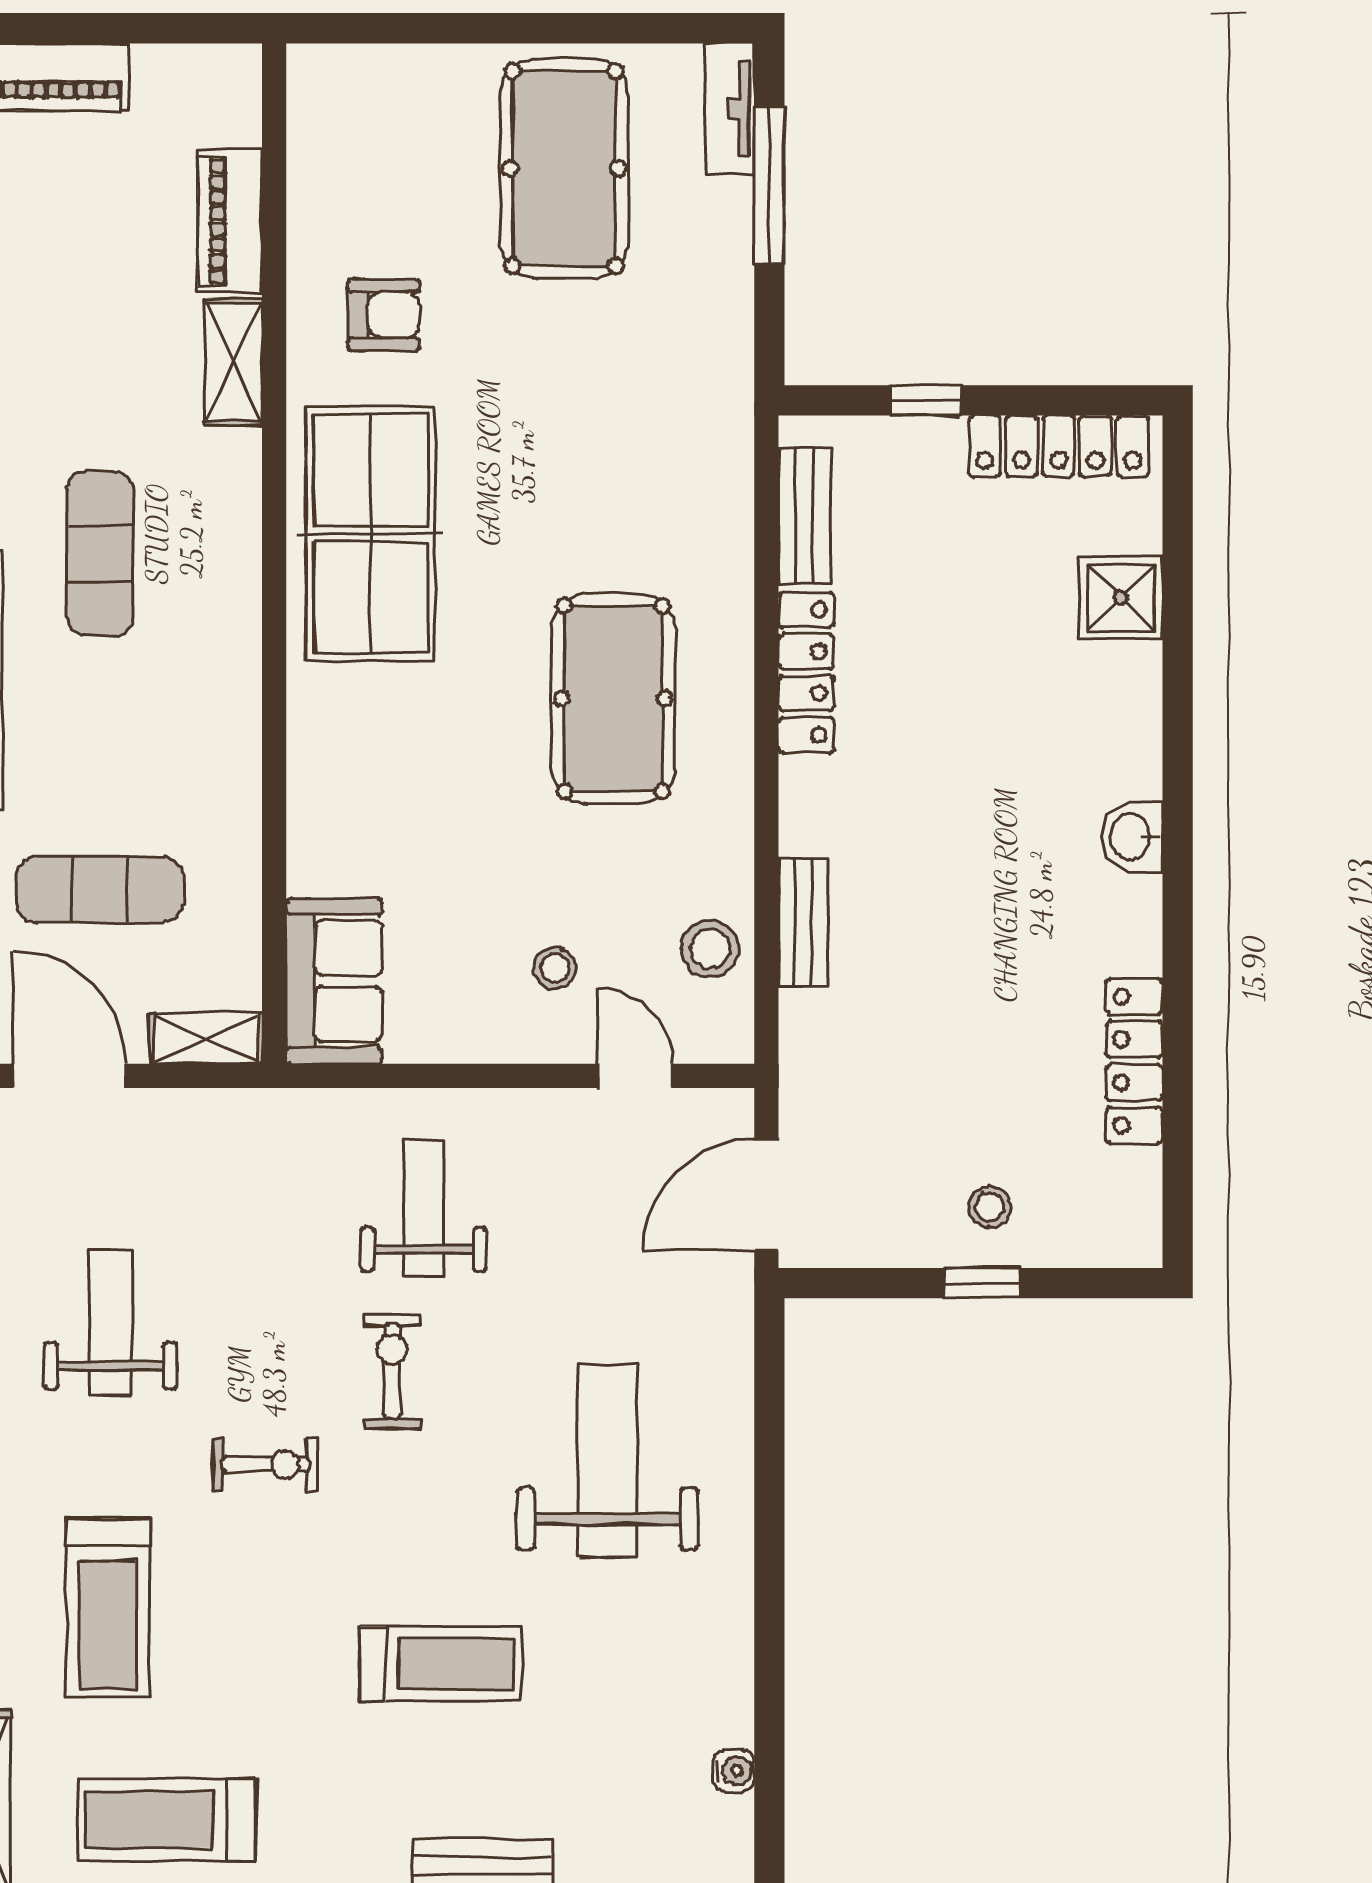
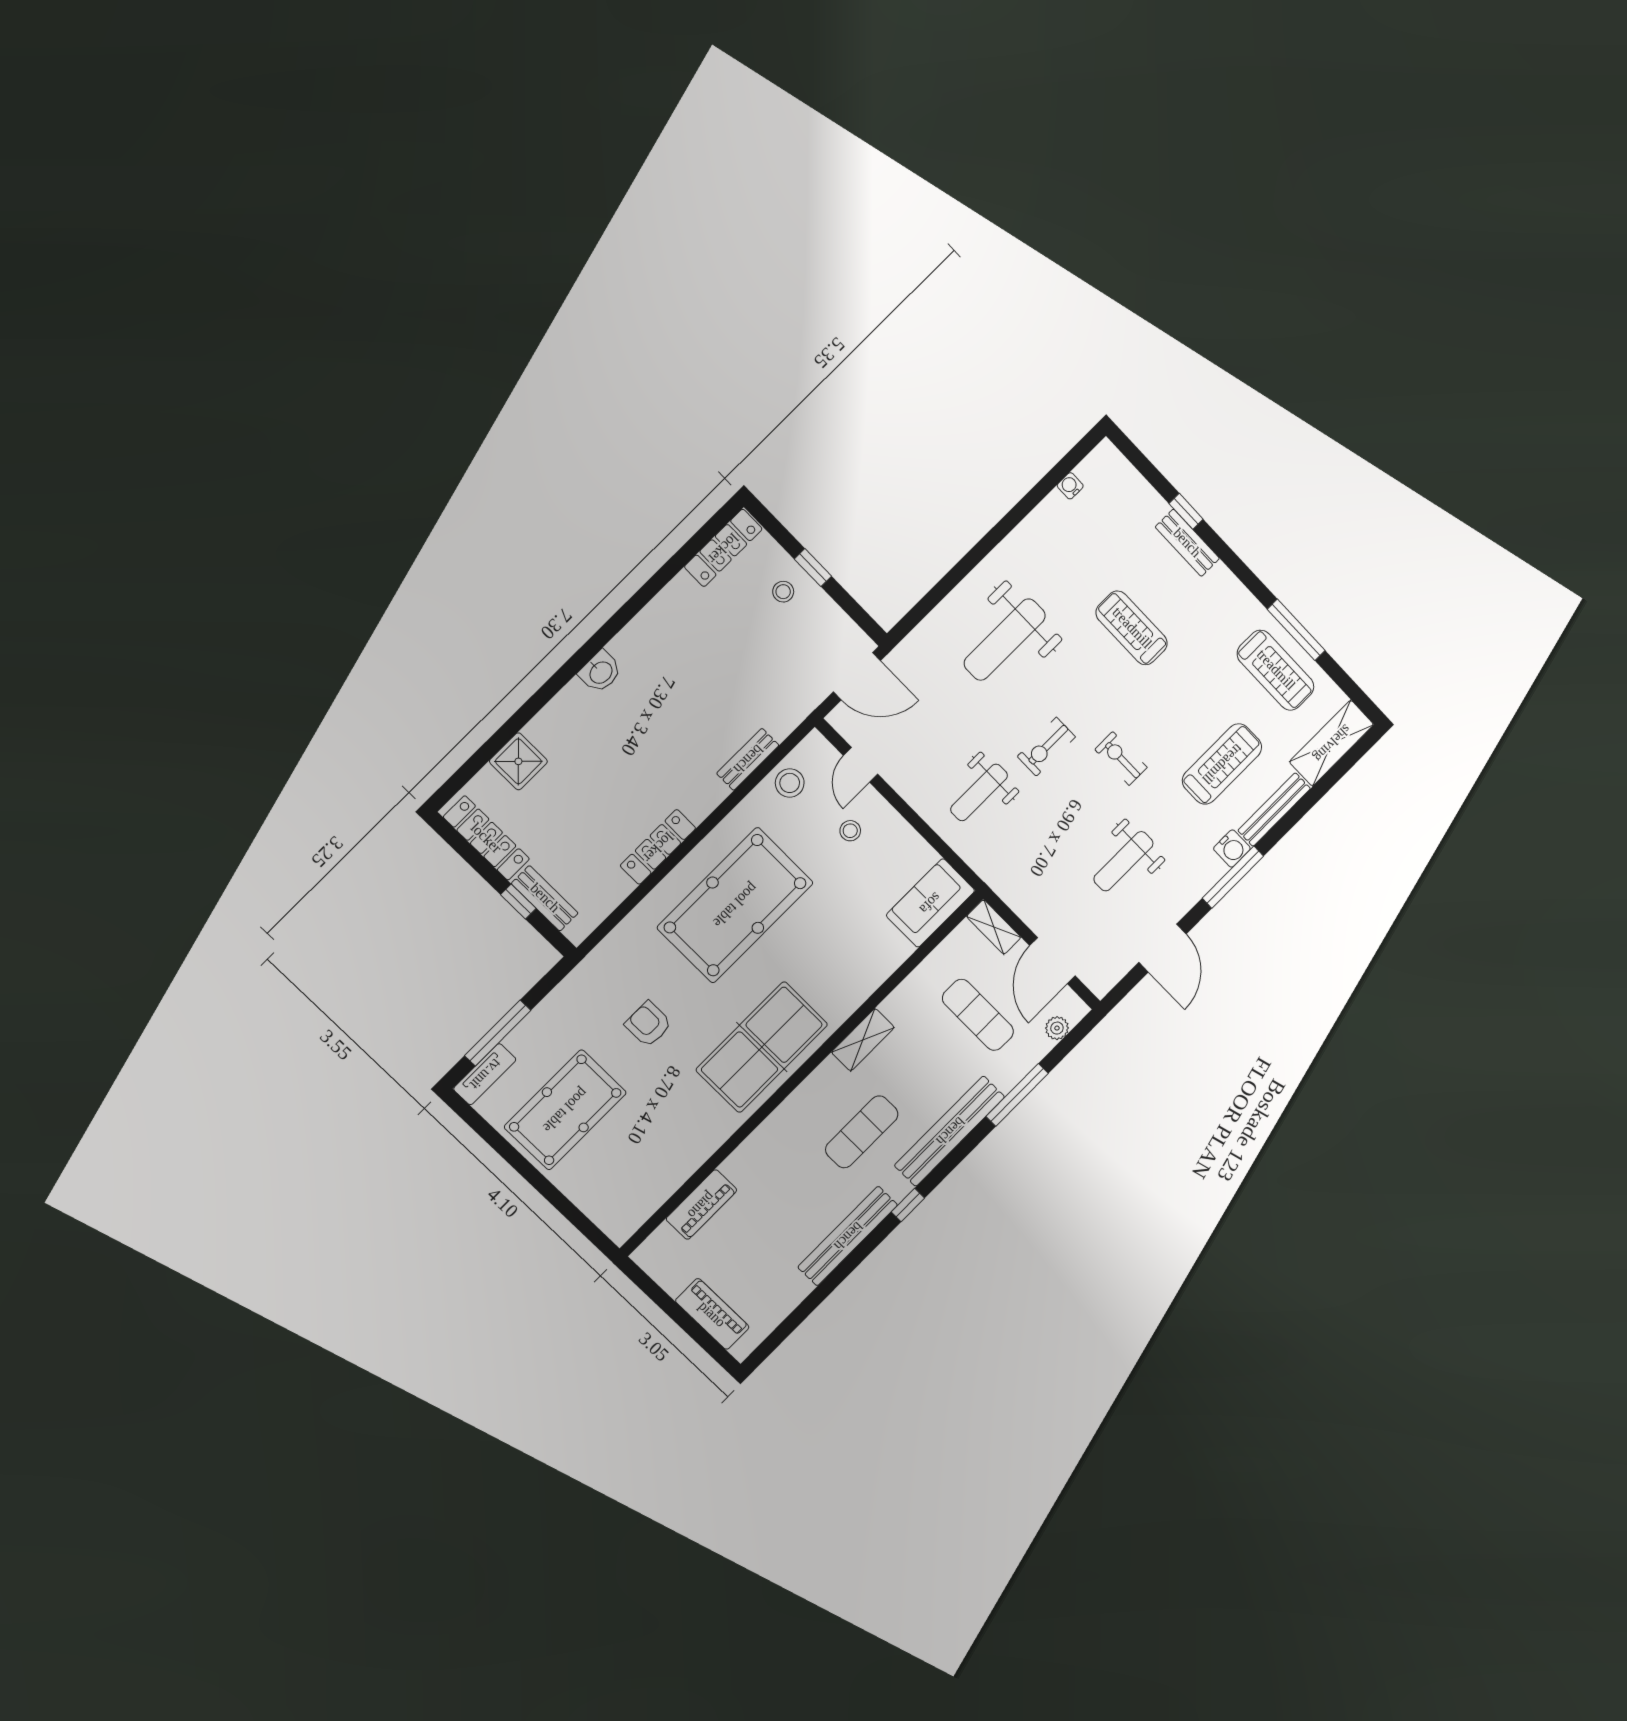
armchair: (384, 315) -> (648, 1024), moved
shelving: (233, 362) -> (863, 1040), moved
bench: (804, 516) -> (545, 898), moved, turned 90
pool table: (613, 699) -> (735, 905), width x1.36, depth x1.32
locker: (1134, 1061) -> (723, 548), moved

